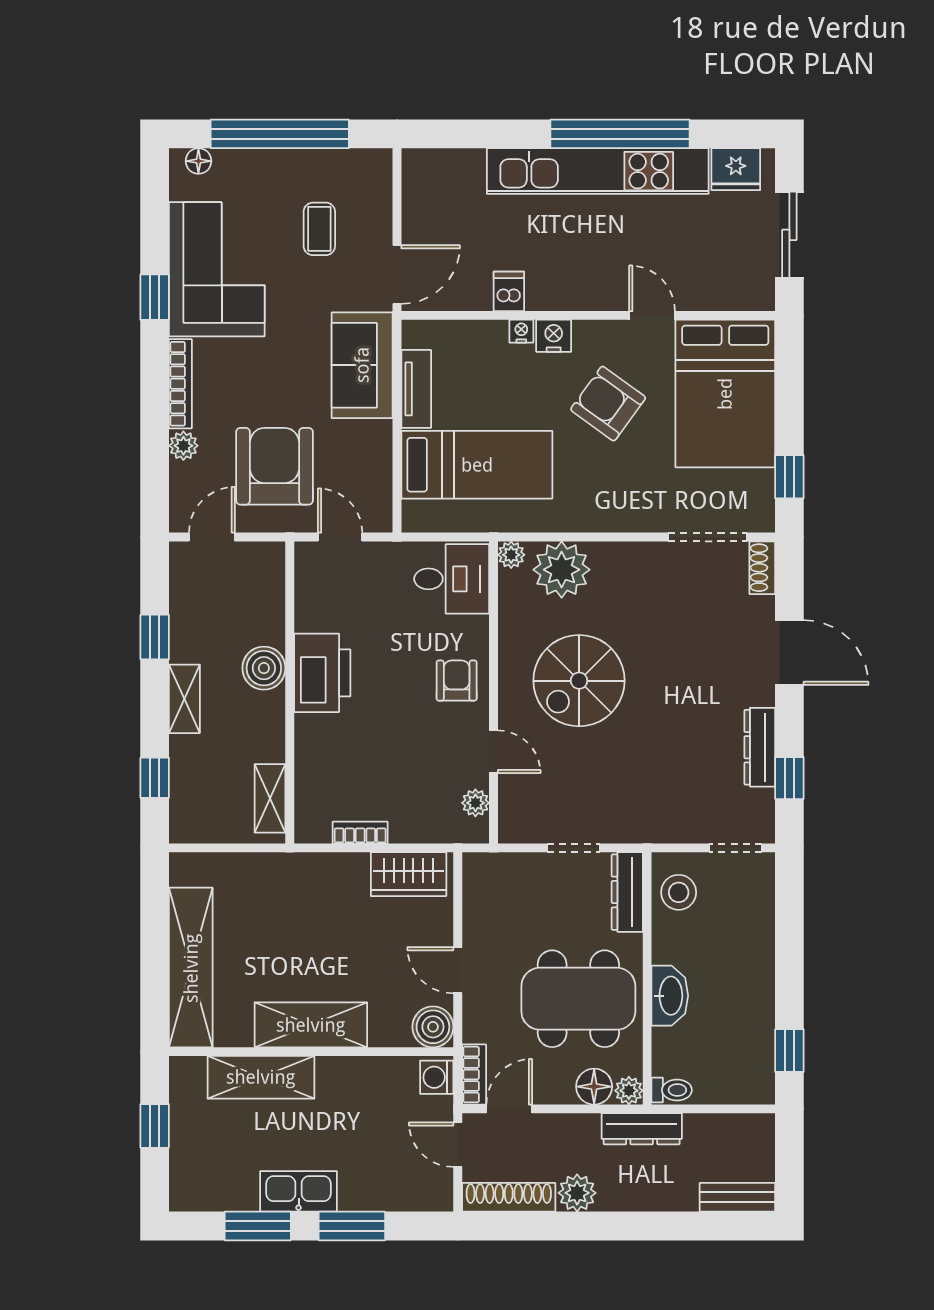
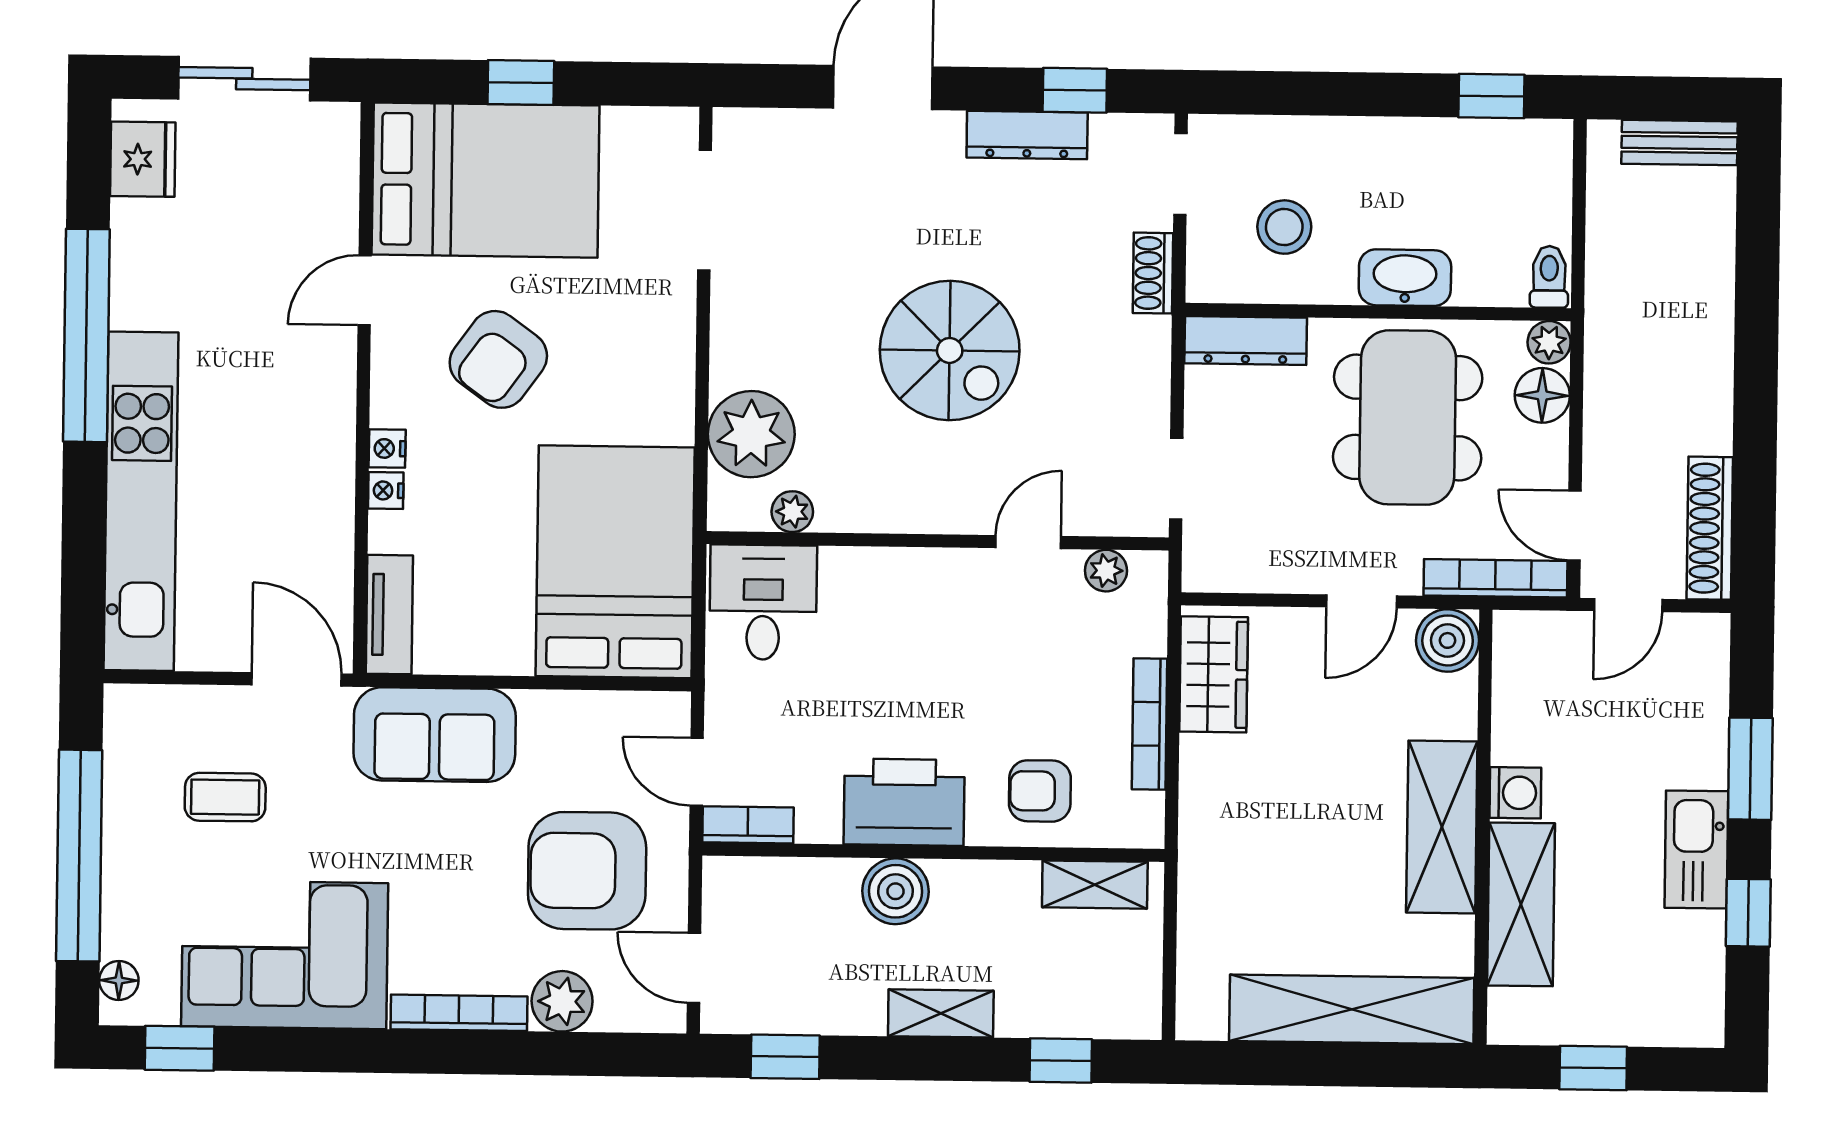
kitchen unit: (598, 171) -> (141, 501), moved
dishwasher: (509, 291) -> (325, 509), removed
window: (155, 297) -> (180, 1048), moved
nightstand: (554, 336) -> (387, 448), width x0.72, depth x0.74
tv unit: (416, 389) -> (389, 615), moved, turned 90
plant: (183, 446) -> (562, 1001), width x1.38, depth x1.38
bed: (477, 465) -> (615, 562), width x1.50
window: (789, 477) -> (521, 82), moved
door: (340, 537) -> (697, 772), hinge flipped
plant: (511, 555) -> (792, 512), moved
shoe rack: (762, 568) -> (1153, 273), moved, turned 90
bookcase: (306, 571) -> (748, 825), added
window: (155, 637) -> (785, 1057), moved
armchair: (457, 681) -> (1040, 791), moved
spiral stairs: (579, 681) -> (950, 350), moved
bookcase: (360, 833) -> (1149, 724), width x1.56
doorway: (573, 848) -> (1176, 479), moved
stool: (679, 892) -> (1284, 227), moved
bookcase: (474, 1075) -> (1495, 578), width x1.56
washing machine: (437, 1077) -> (1515, 793), moved, turned -90
dresser: (642, 1129) -> (1608, 324), removed
plant: (577, 1193) -> (1705, 424), removed
bench: (737, 1197) -> (1679, 143), moved, turned 90
window: (258, 1226) -> (1748, 913), width x0.67

